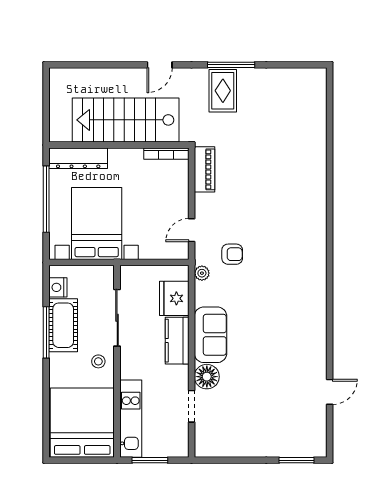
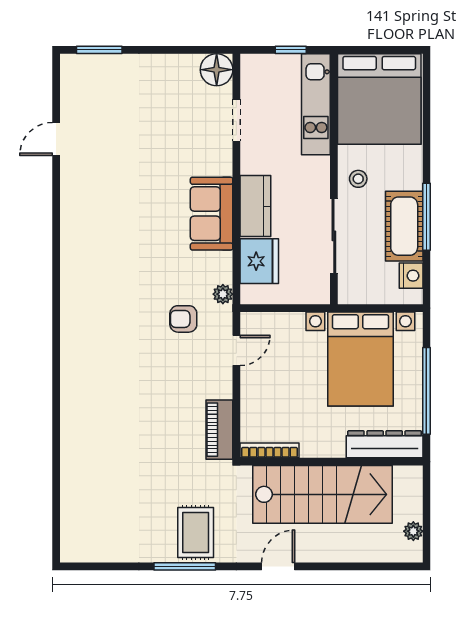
plant: (56, 92) -> (413, 531), added
floor lamp: (207, 377) -> (217, 70), moved
window: (150, 460) -> (291, 50), width x0.67

